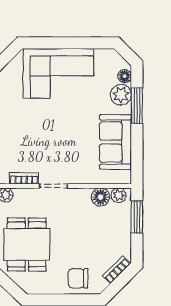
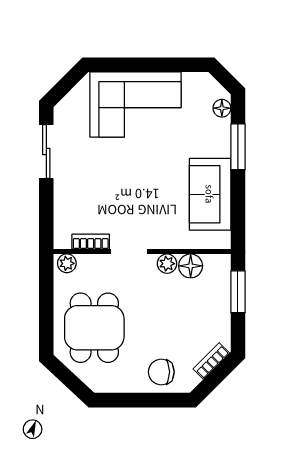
plant: (121, 95) -> (217, 133), removed
plant: (119, 195) -> (167, 264), moved

